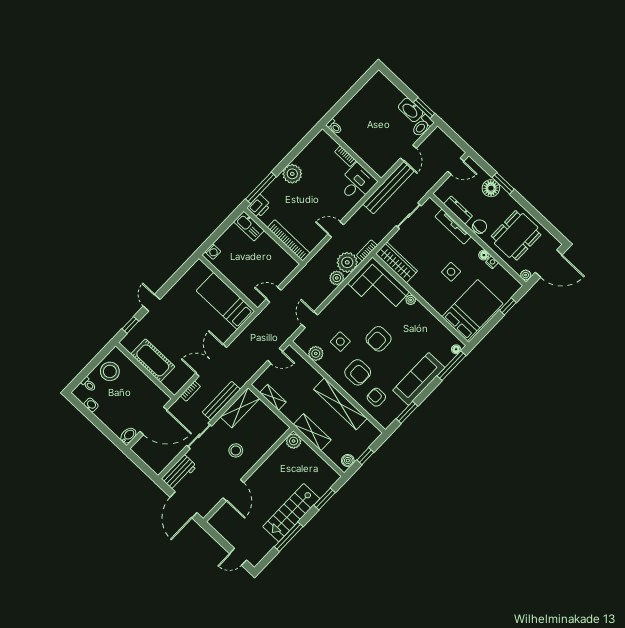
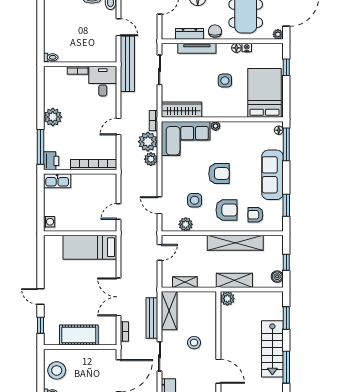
armchair: (379, 339) -> (219, 174), turned -90

